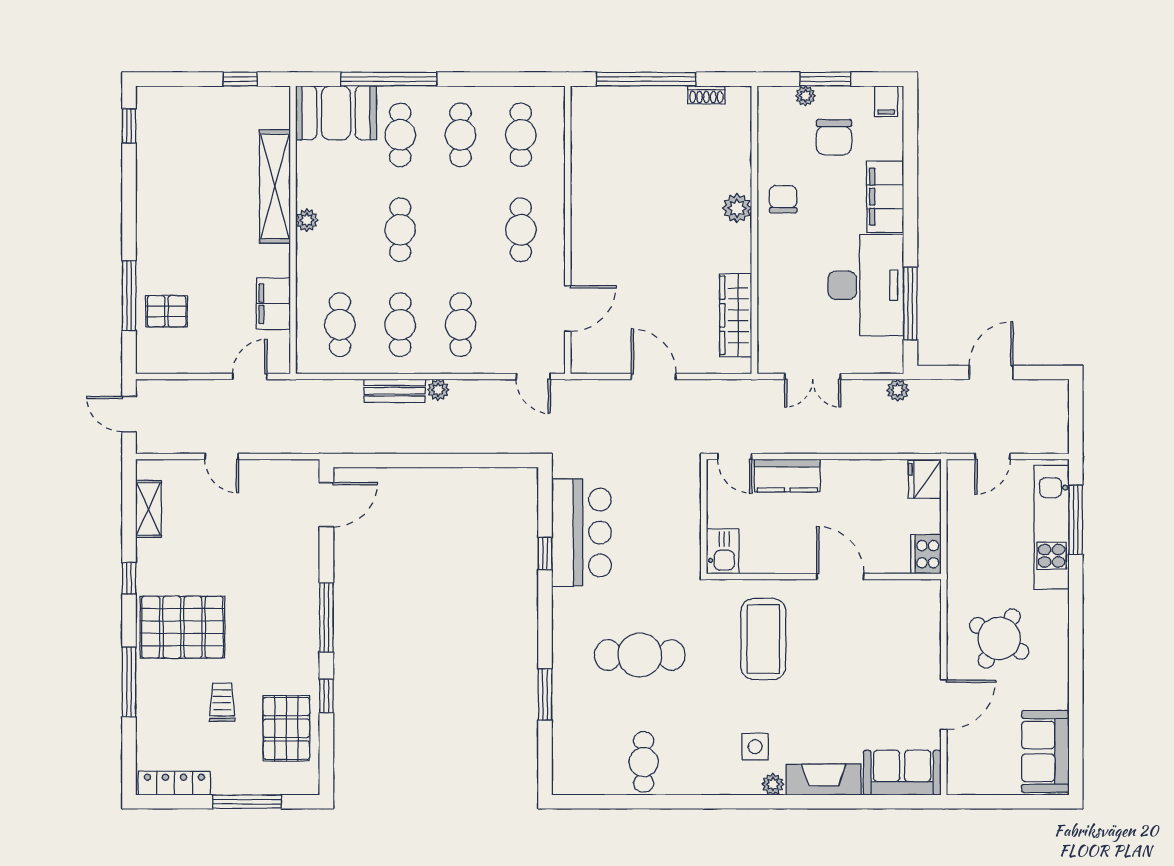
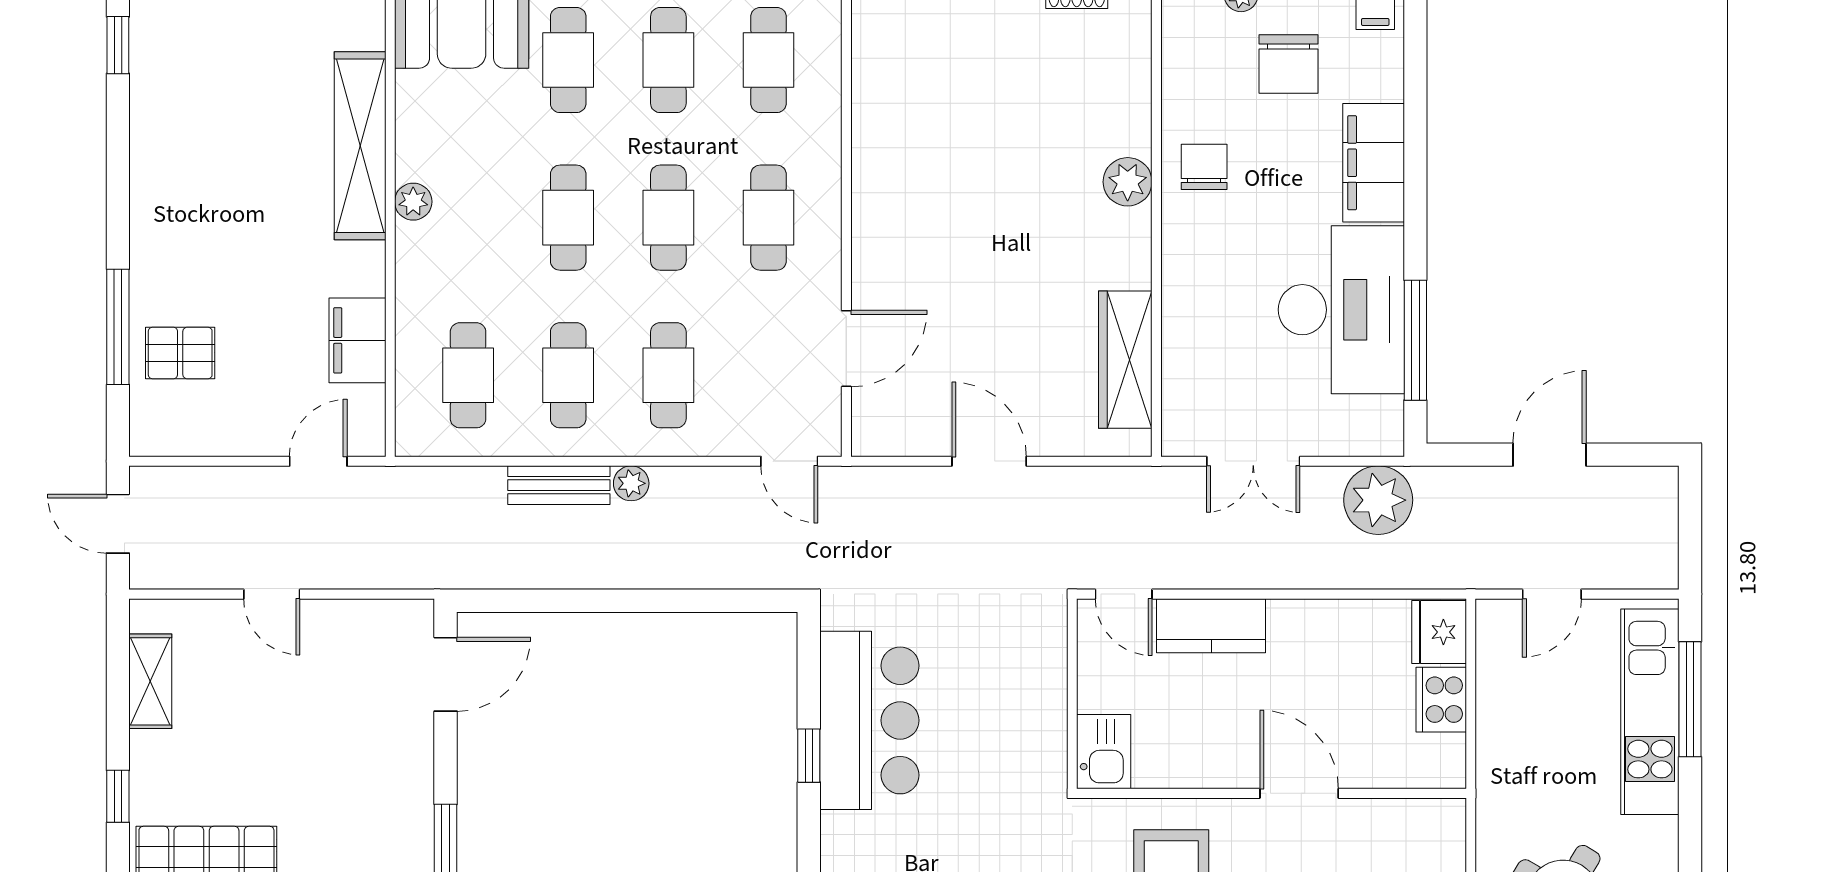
cafe table: (461, 230) -> (668, 218), added
plant: (898, 390) -> (1378, 500), width x1.87, depth x1.87
cooker: (926, 554) -> (1441, 700), moved

